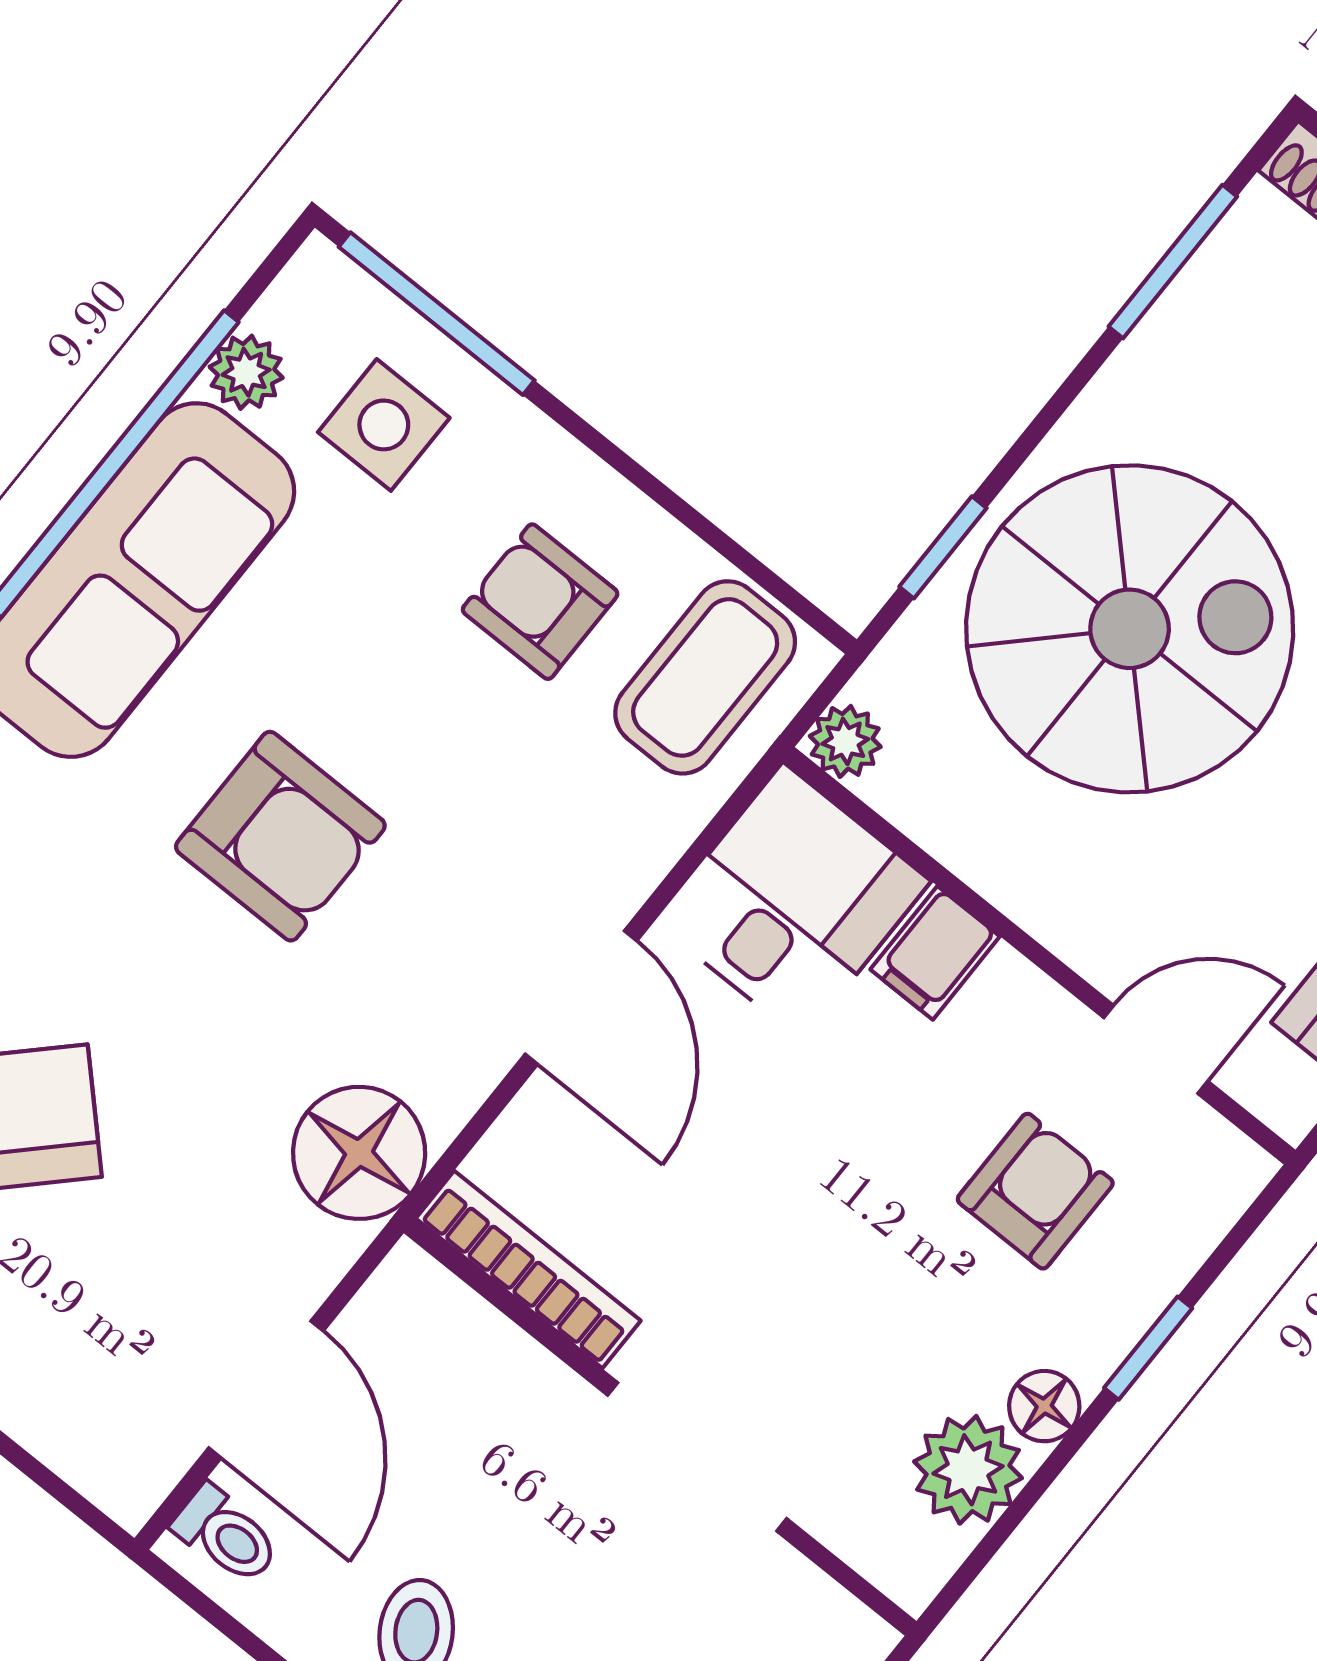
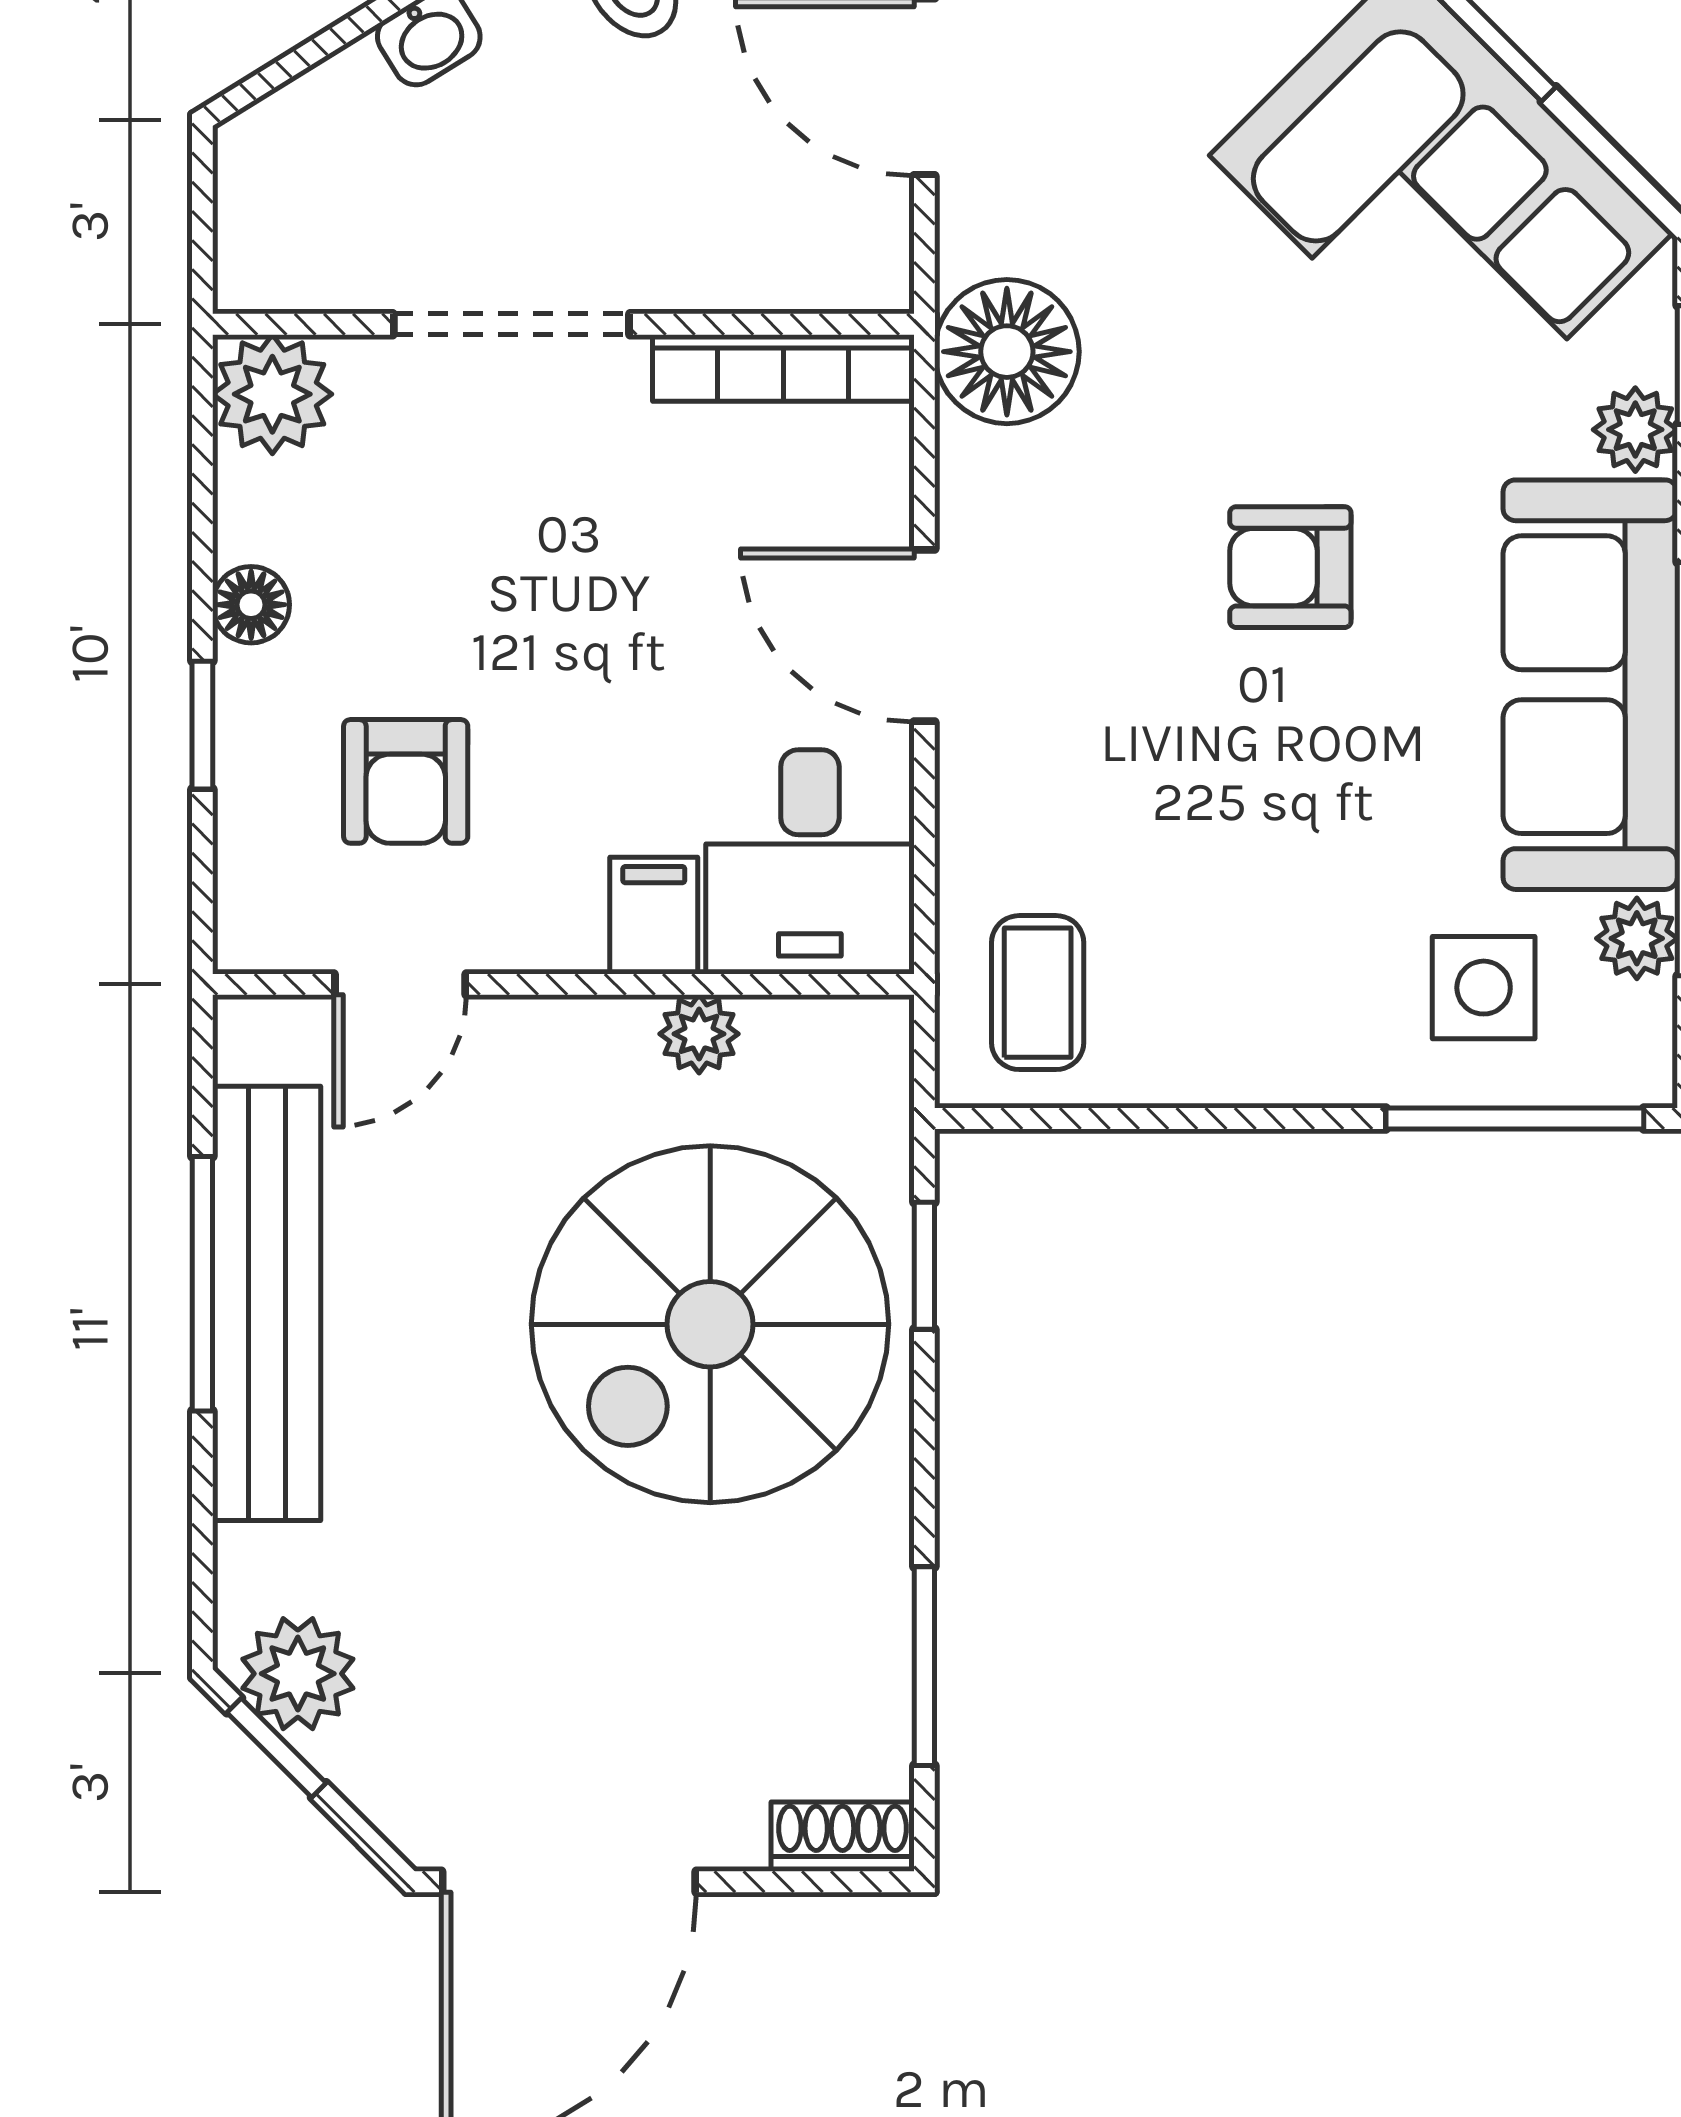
armchair: (540, 602) -> (1230, 944), removed
coffee table: (705, 677) -> (1038, 993), width x0.73, depth x0.77
plant: (845, 741) -> (699, 1034), moved
armchair: (280, 836) -> (1290, 567), width x0.72, depth x0.72
plant: (968, 1470) -> (272, 394), moved

